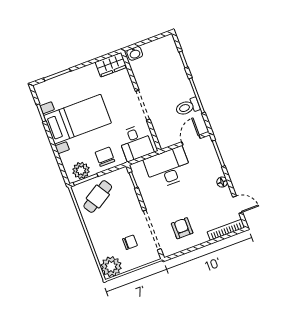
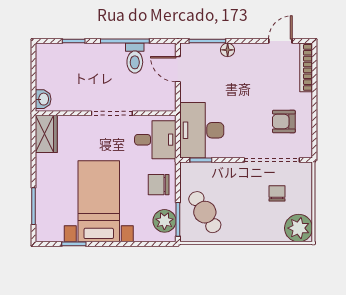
desk: (168, 168) -> (202, 130), moved
floor lamp: (222, 182) -> (228, 50), moved

